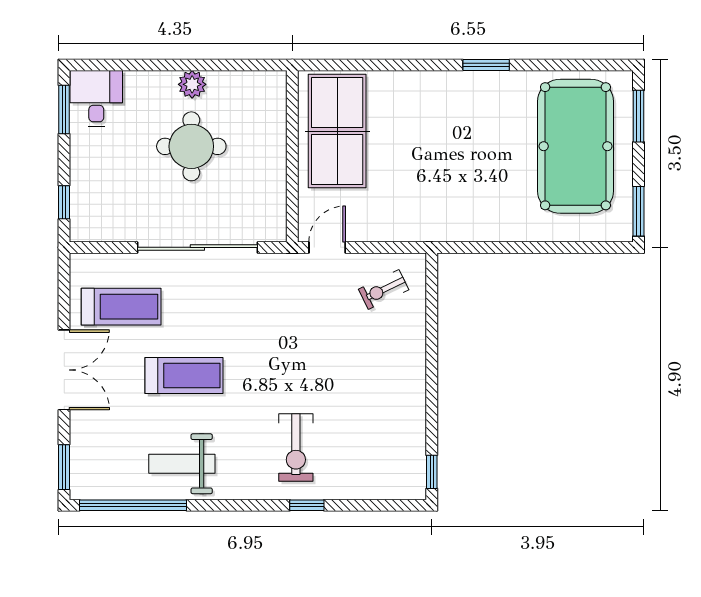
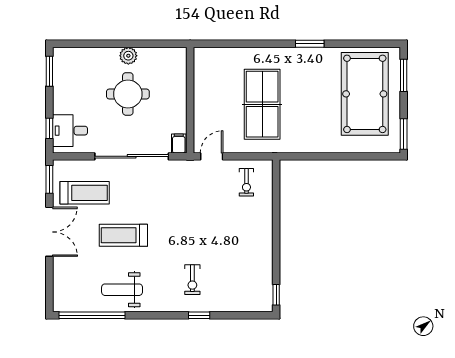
desk: (96, 98) -> (70, 131), moved, turned -90
table tennis table: (337, 131) -> (262, 104), moved
filing cabinet: (274, 227) -> (179, 143), added
exercise bike: (384, 289) -> (246, 182), turned -64
treadmill: (184, 375) -> (123, 235), turned 180
exercise bike: (296, 447) -> (192, 280), width x0.73, depth x0.72
window: (64, 467) -> (49, 179), moved

